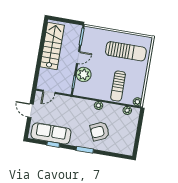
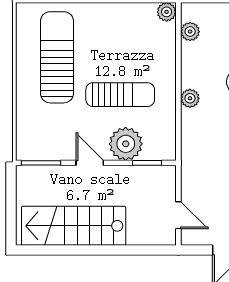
sun lounger: (118, 86) -> (120, 95), moved

